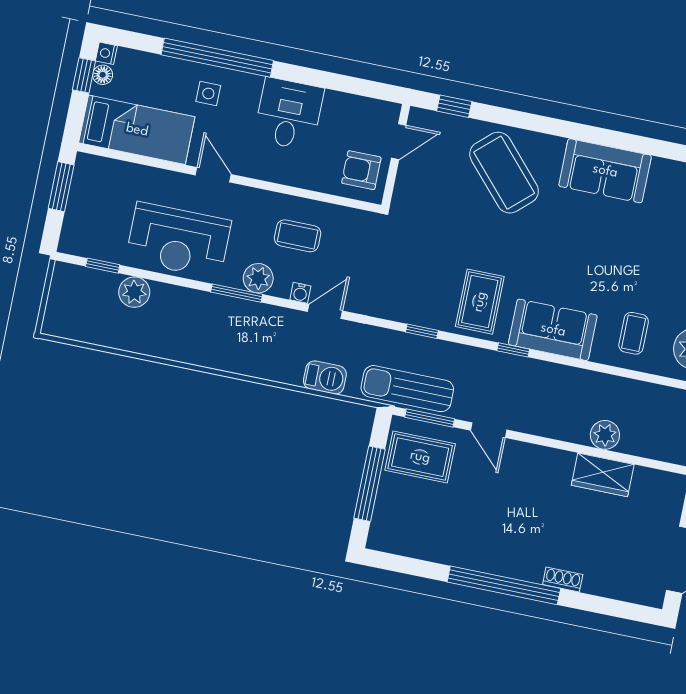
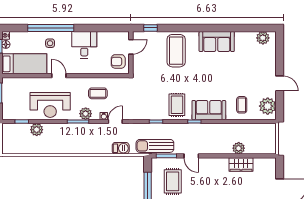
coffee table: (504, 173) -> (176, 51), turned 42
rug: (420, 457) -> (173, 181), moved, turned 90

